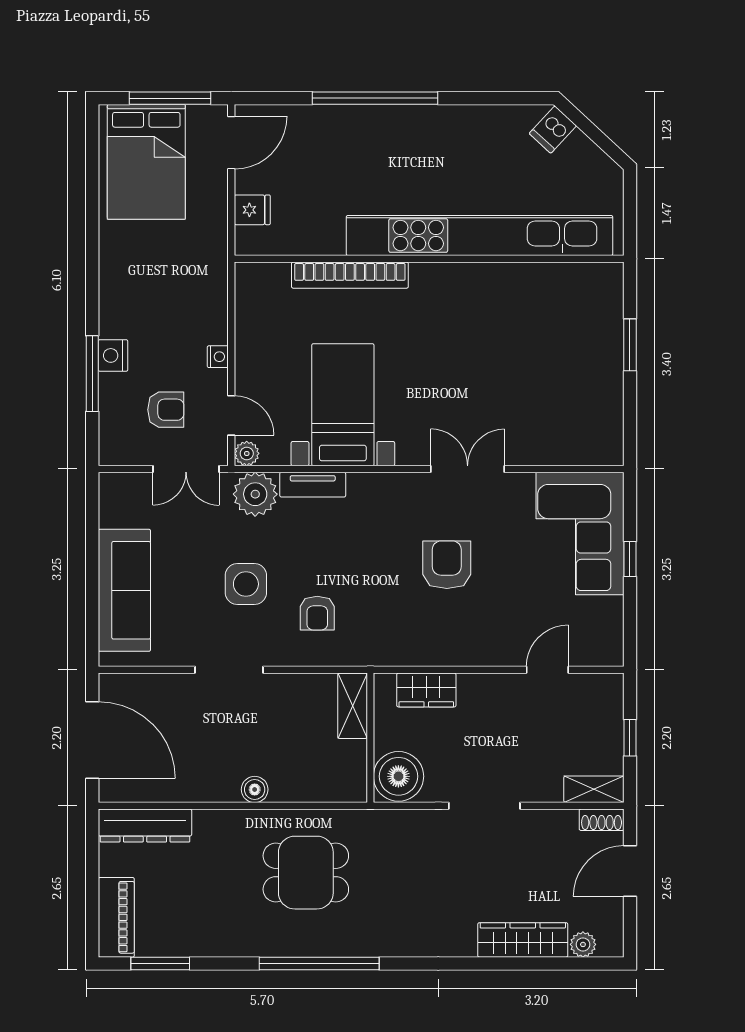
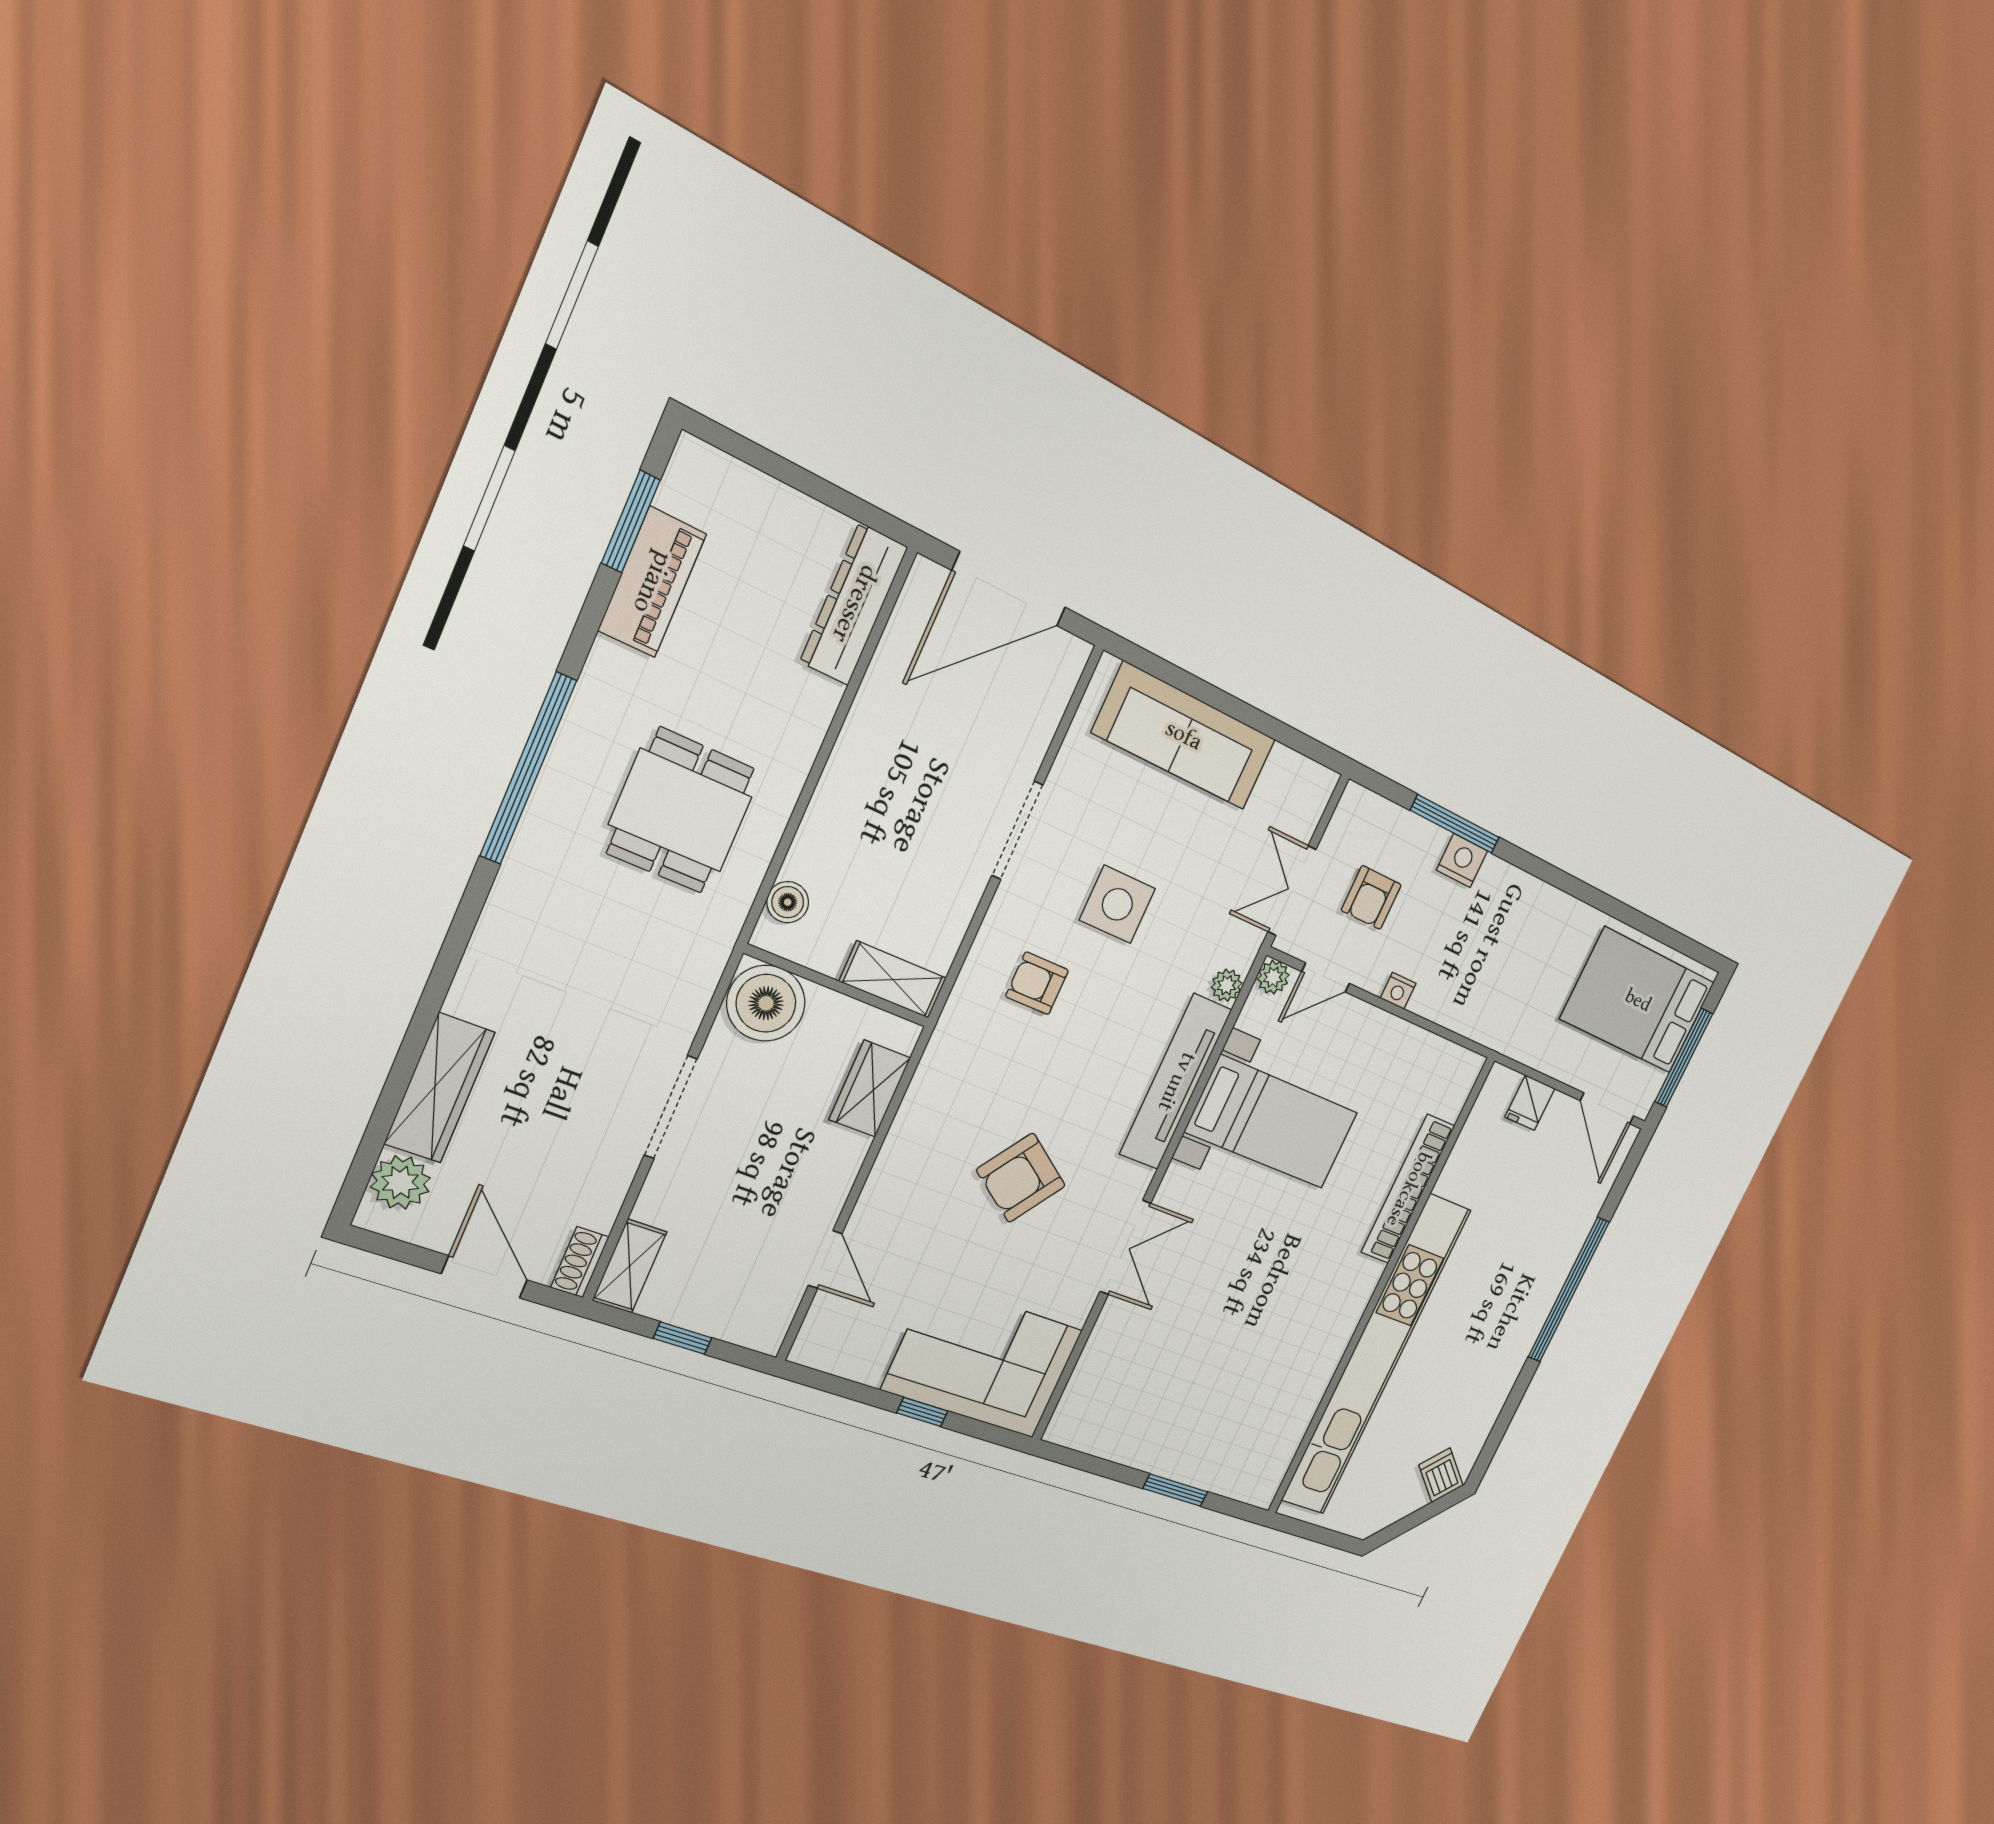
tv unit: (313, 485) -> (1176, 1082), width x1.92, depth x1.29
plant: (255, 494) -> (1227, 985), width x0.53, depth x0.53
armchair: (447, 565) -> (1021, 1178), turned 125
boiler: (255, 789) -> (788, 902), moved
piano: (116, 917) -> (652, 582), moved, turned -90
plant: (583, 944) -> (400, 1183), width x1.38, depth x1.38

